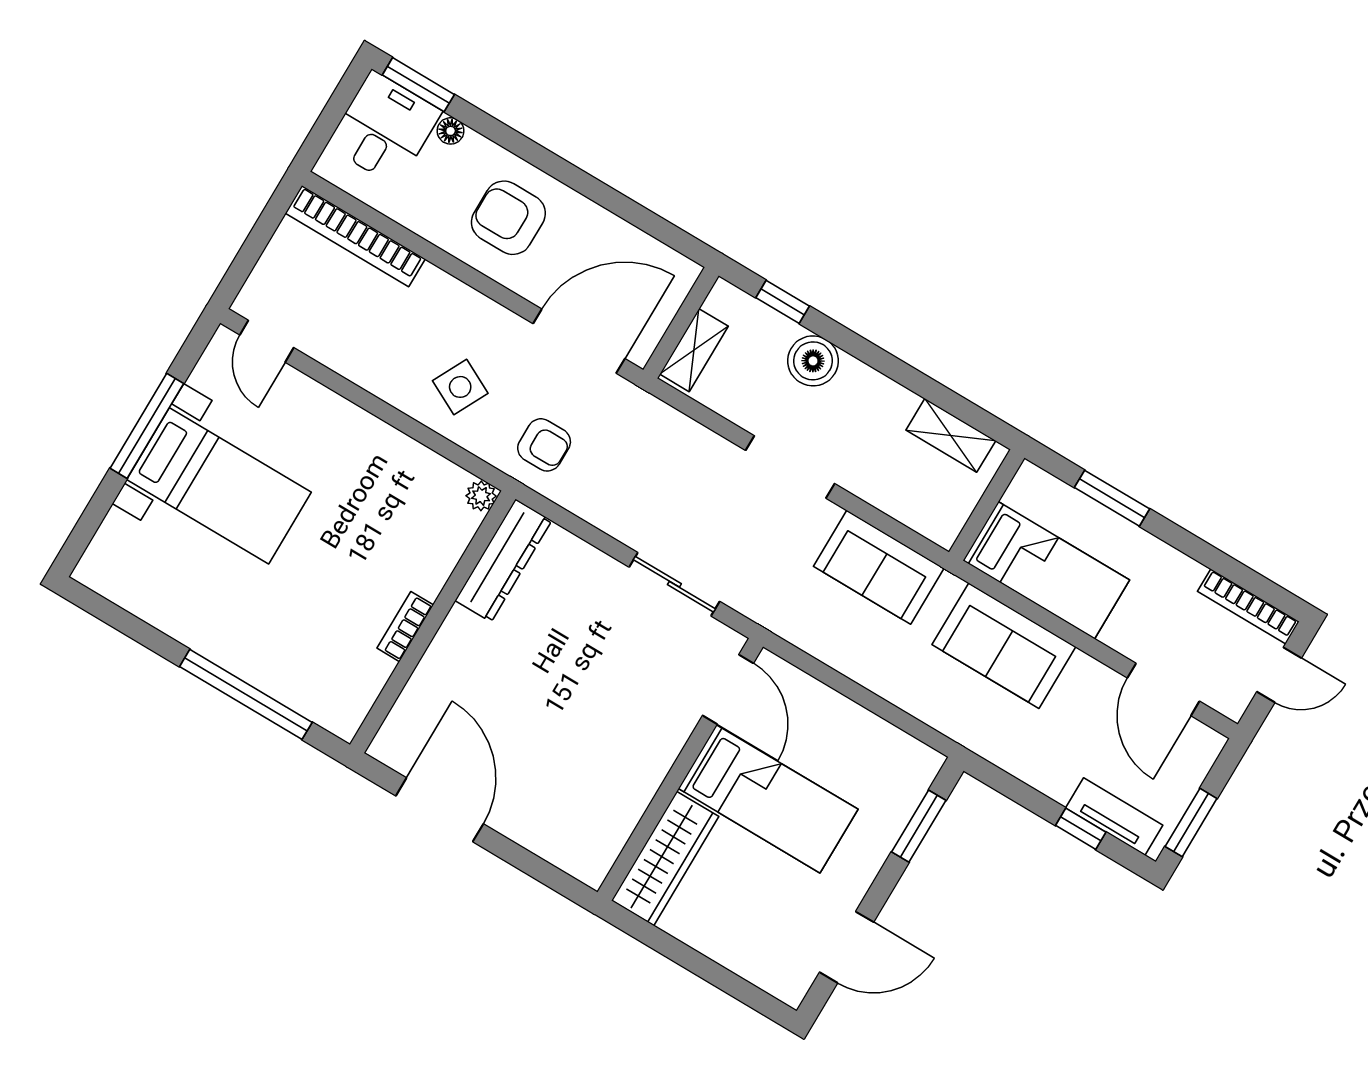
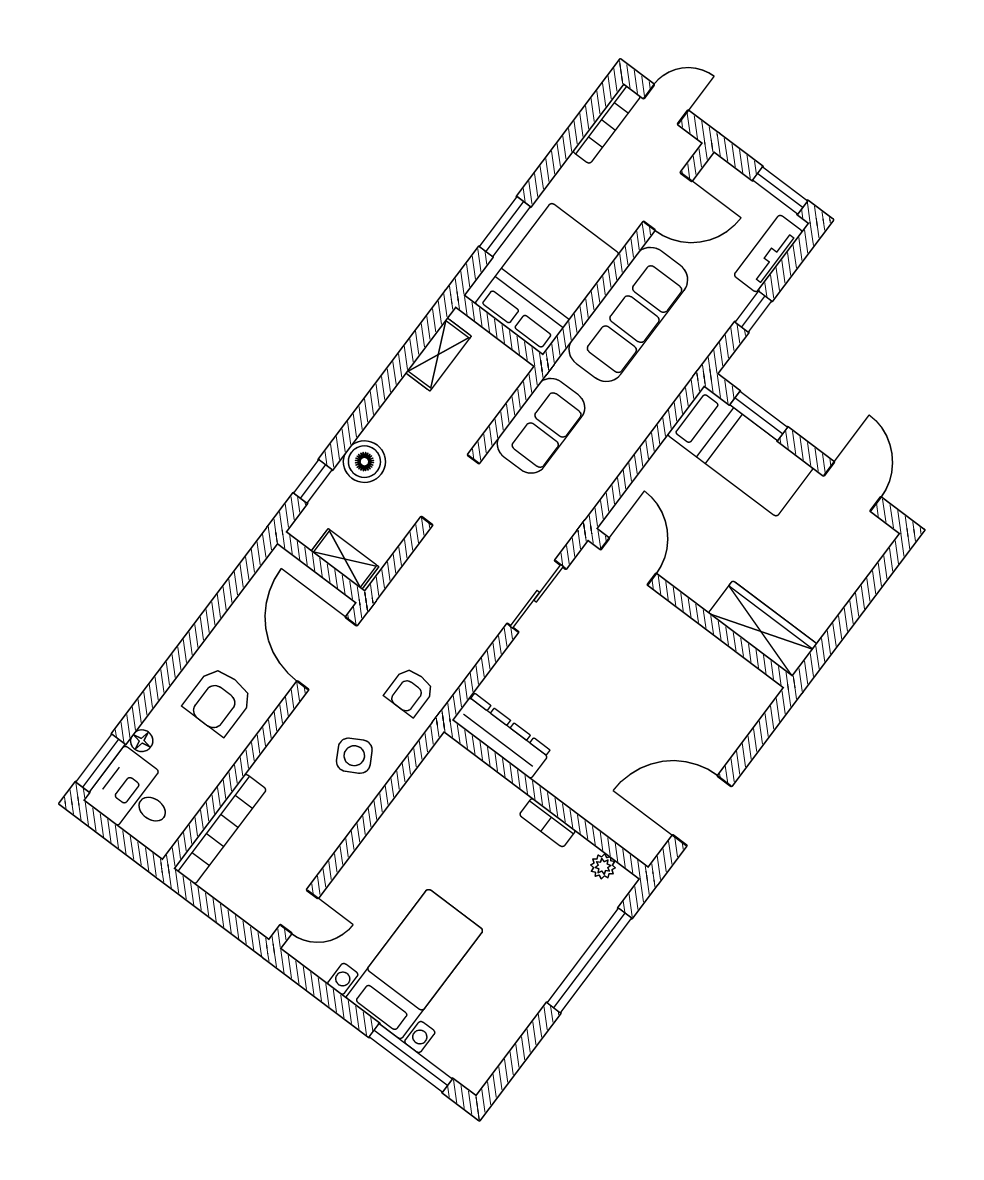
side table: (460, 387) -> (354, 756), turned 34
window: (147, 426) -> (411, 1058), moved
armchair: (544, 445) -> (410, 692), turned 180
plant: (481, 496) -> (603, 866), moved
bed: (1046, 570) -> (547, 279), width x1.50
sofa: (1004, 646) -> (628, 314), width x1.36
door: (1279, 675) -> (666, 104), hinge flipped
door: (728, 689) -> (628, 561), hinge flipped
bed: (768, 799) -> (740, 451), moved, turned 90
window: (1081, 829) -> (753, 312), moved

